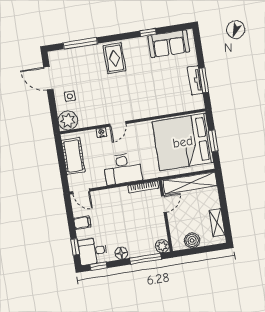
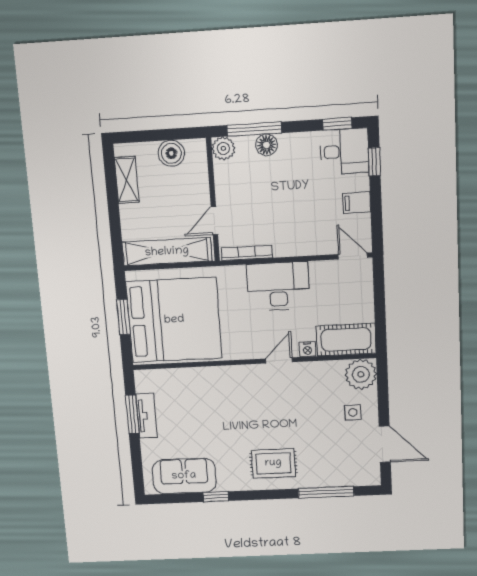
rug: (115, 58) -> (273, 463), turned 90
cot: (73, 156) -> (346, 340), moved, turned 90
floor lamp: (121, 253) -> (267, 145), moved

